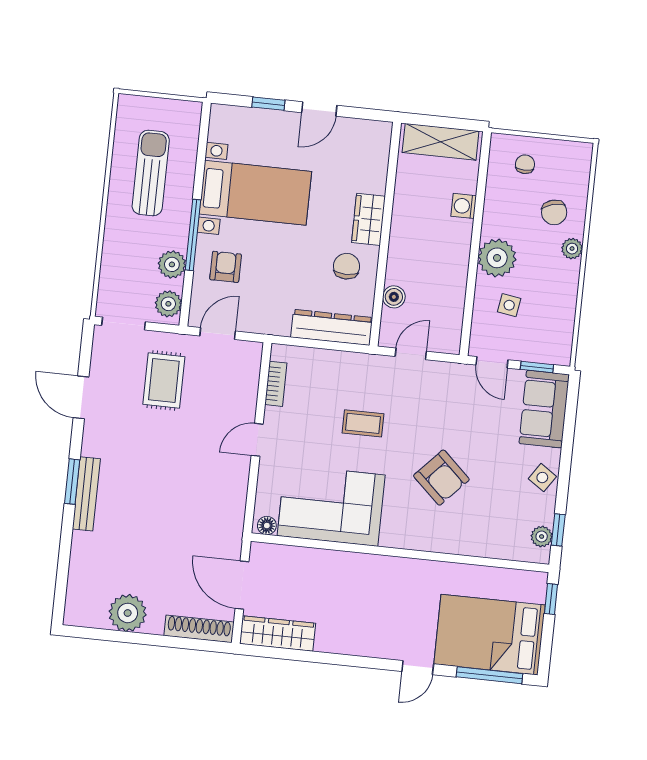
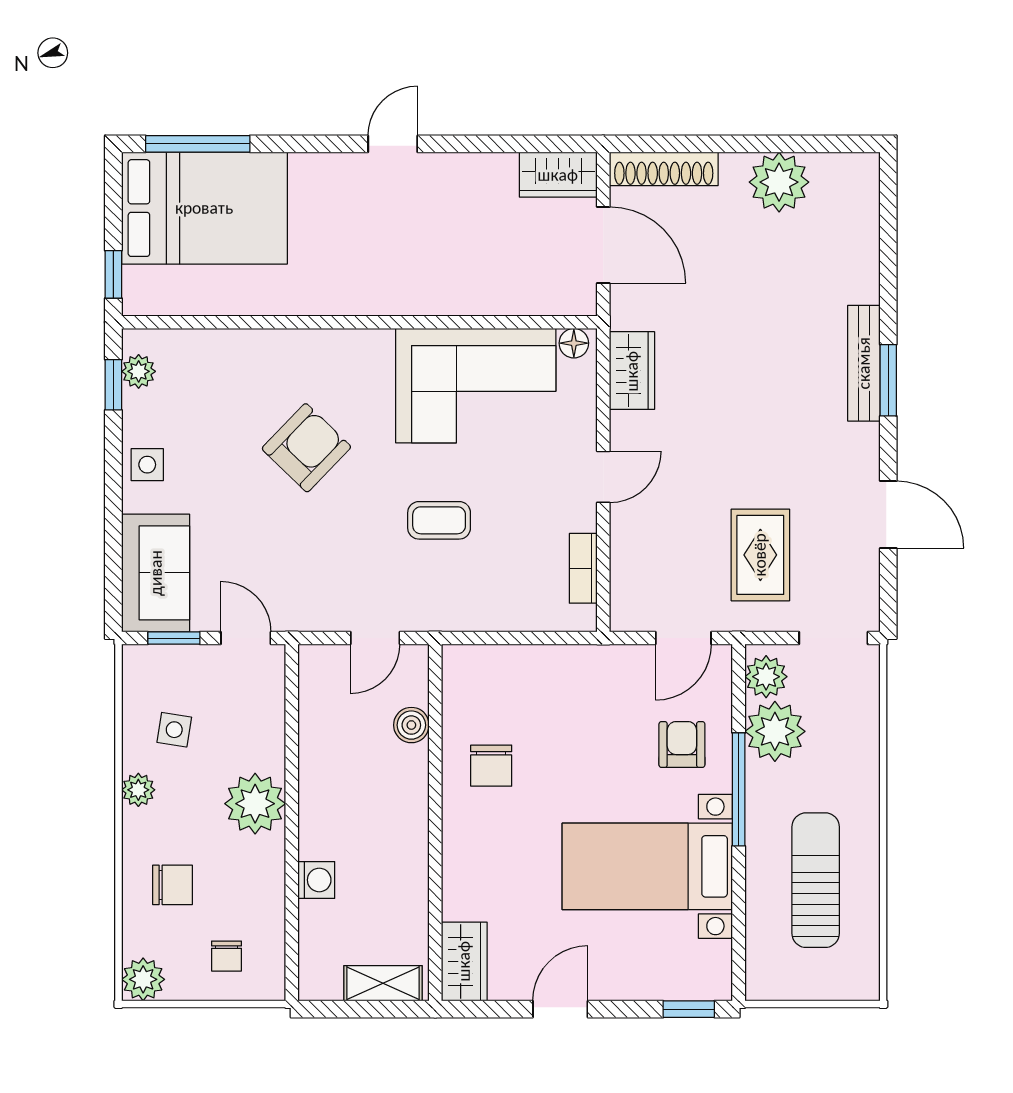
window: (268, 104) -> (689, 1009), moved
shelving: (441, 142) -> (383, 983), width x0.67, depth x0.75
plant: (579, 155) -> (143, 979), added
sun lounger: (151, 173) -> (816, 880), turned 180
chair: (554, 212) -> (173, 885), turned 105
wardrobe: (369, 219) -> (464, 961), moved
plant: (572, 249) -> (138, 790), moved
plant: (172, 264) -> (775, 731), width x1.36, depth x1.36
armchair: (226, 267) -> (682, 744), turned 180
side table: (509, 305) -> (174, 730), moved
dresser: (332, 327) -> (504, 667), removed
armchair: (441, 478) -> (306, 448), turned 91
side table: (542, 478) -> (147, 465), turned -34
wardrobe: (232, 505) -> (632, 371), added
wardrobe: (278, 633) -> (558, 175), width x0.67
door: (418, 668) -> (393, 144), moved

